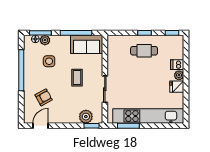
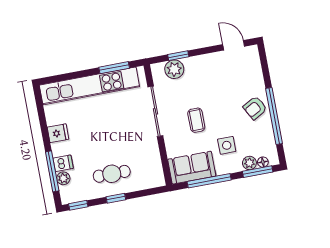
window: (186, 60) -> (52, 171), added
side table: (49, 61) -> (227, 145), moved
plant: (179, 75) -> (63, 178), moved
sliding door: (105, 89) -> (155, 111), width x1.37
armchair: (44, 97) -> (255, 108), moved
door: (41, 126) -> (234, 45), swing flipped
window: (92, 126) -> (178, 56), moved

